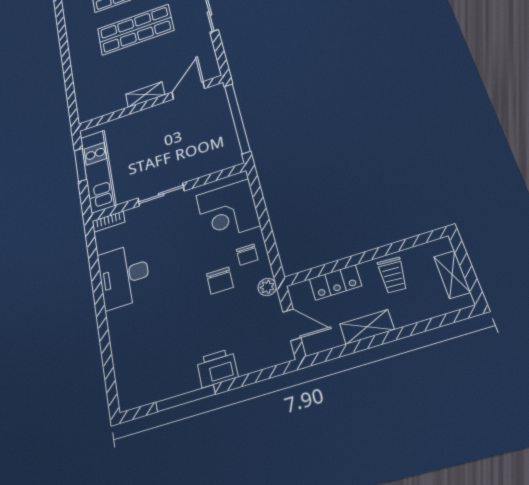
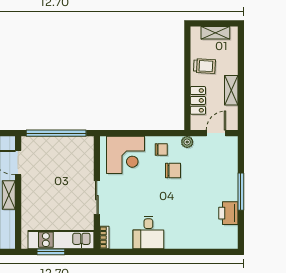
desk: (124, 276) -> (148, 233), width x0.73
printer: (217, 368) -> (228, 213), moved
window: (185, 398) -> (241, 192), moved

